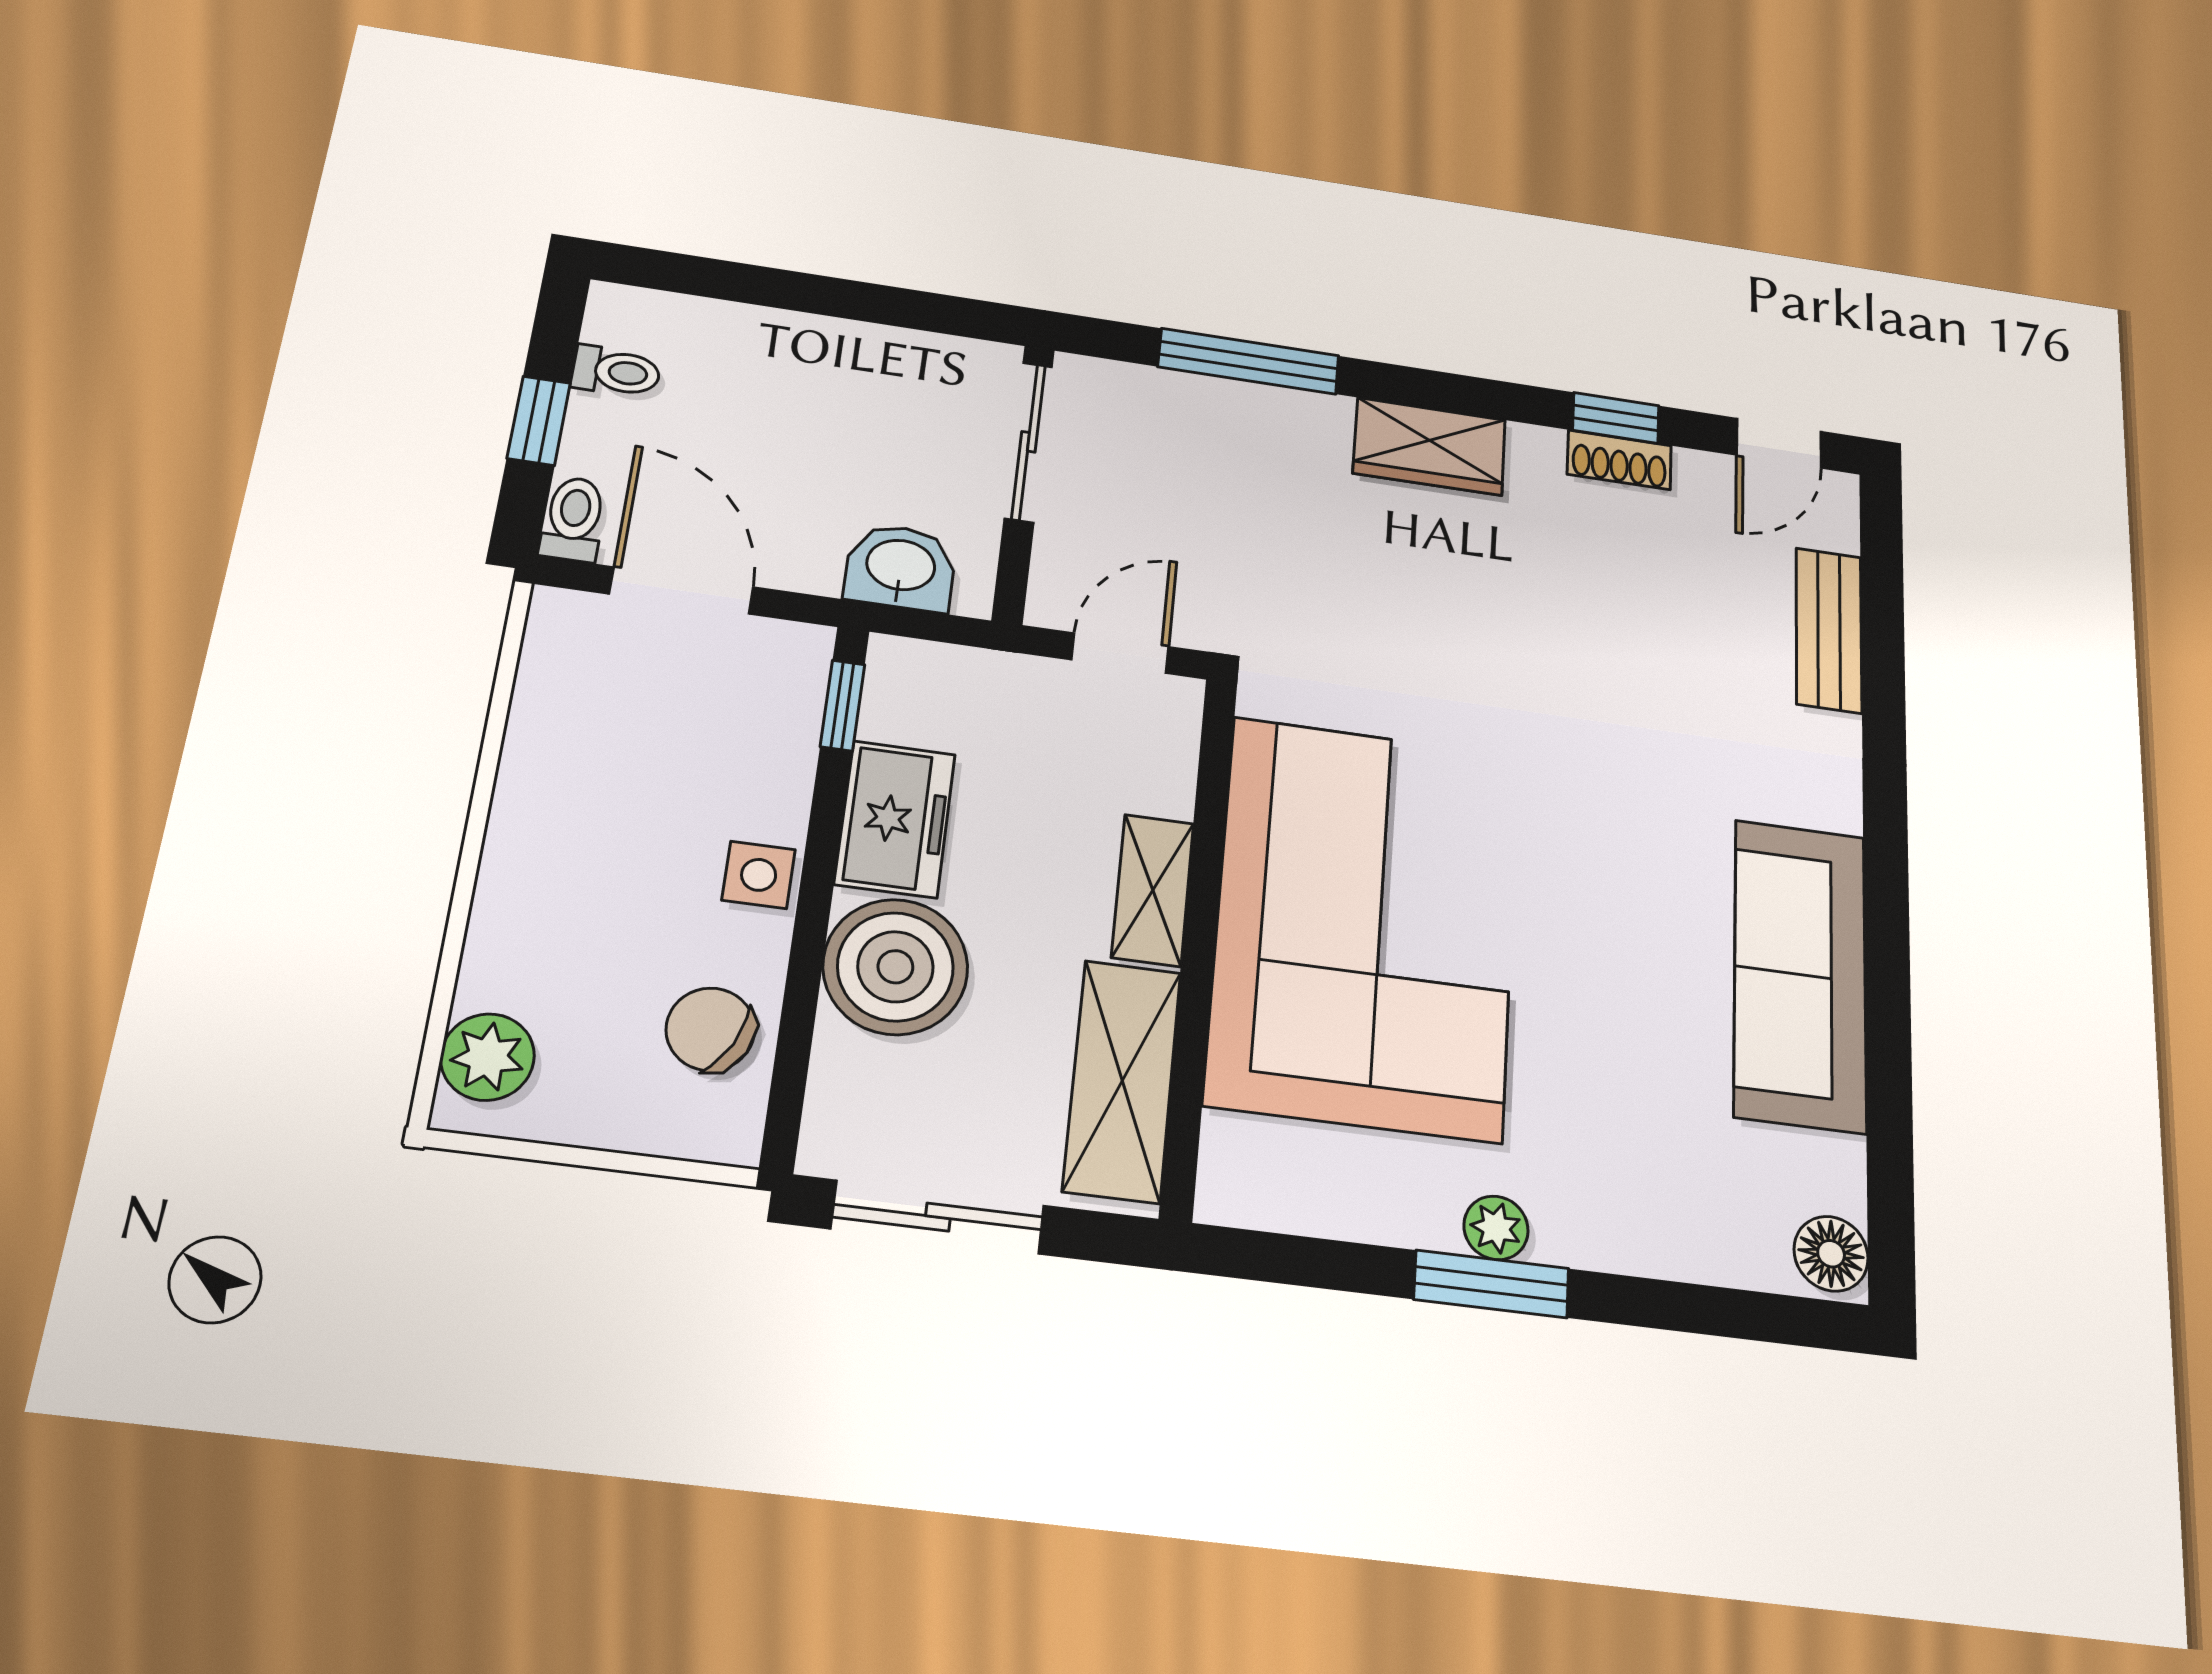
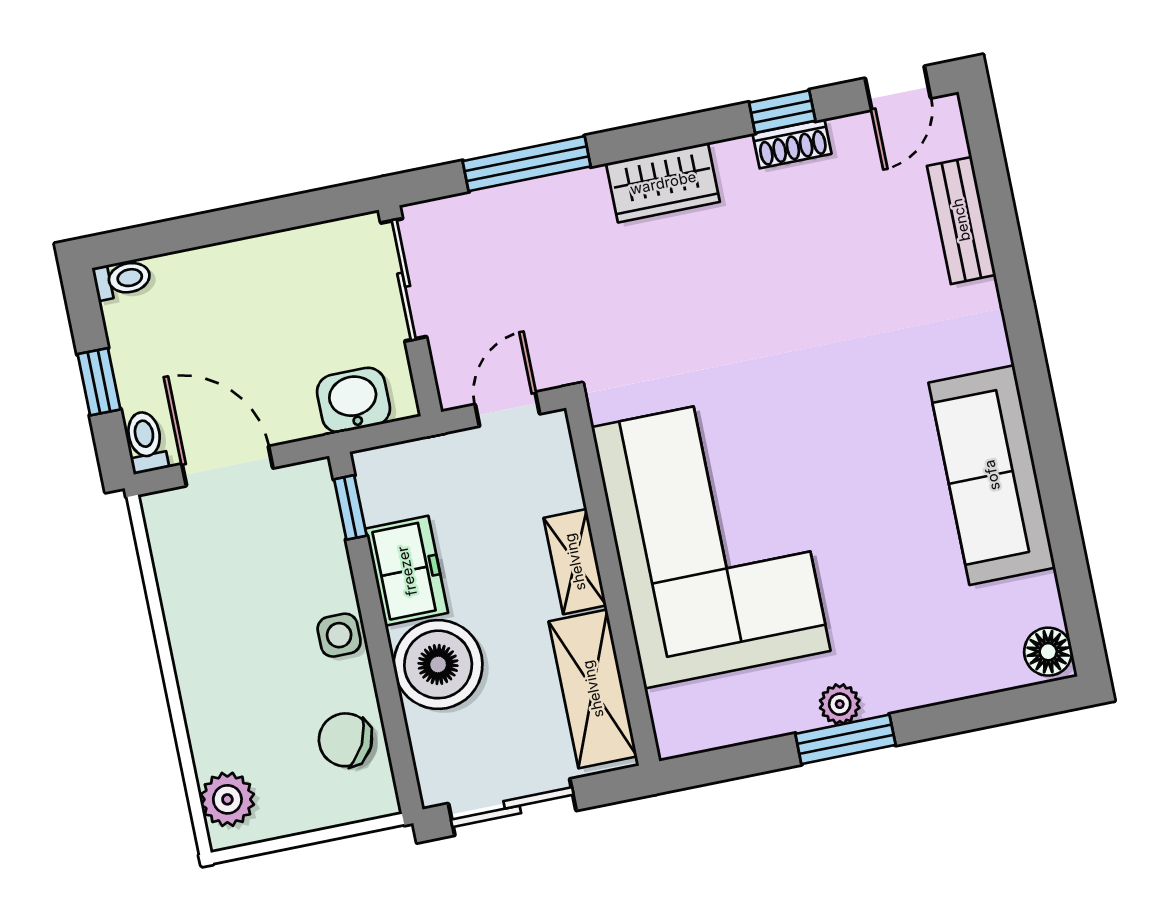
toilet: (616, 372) -> (122, 279), moved

